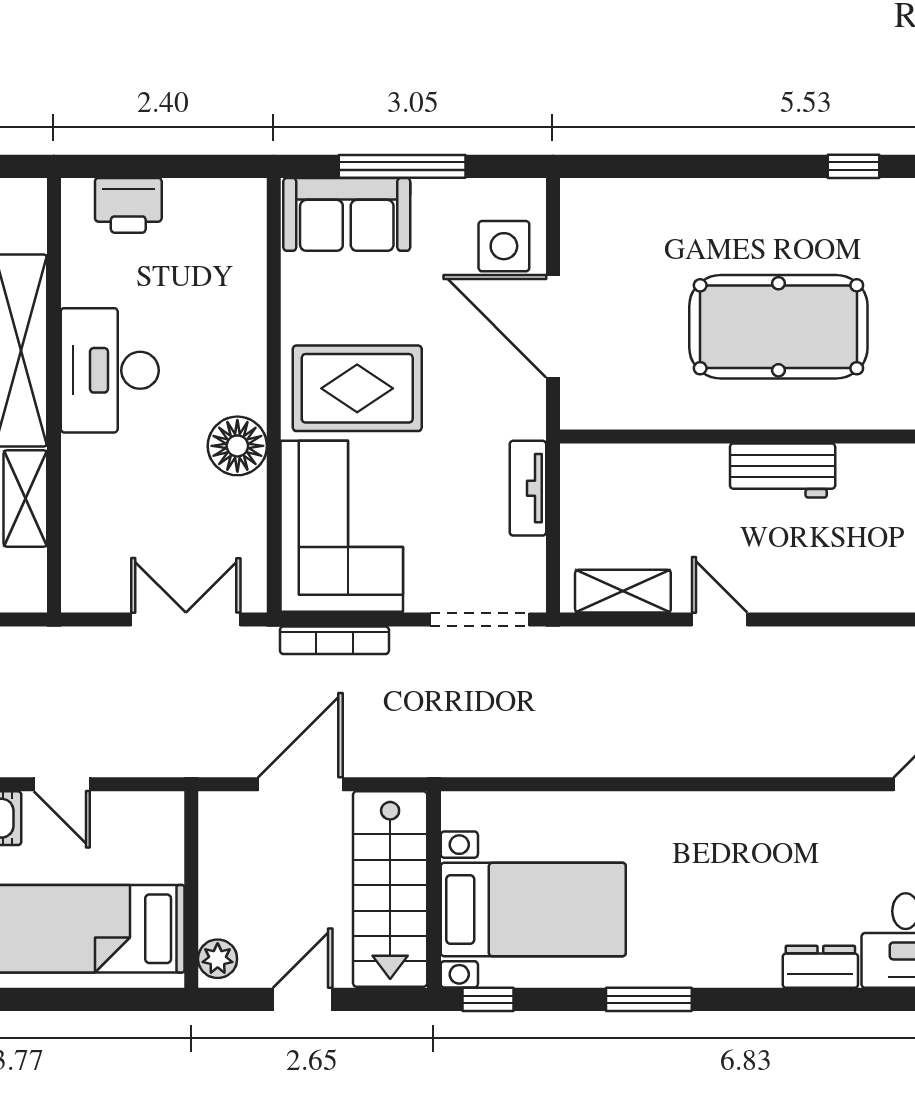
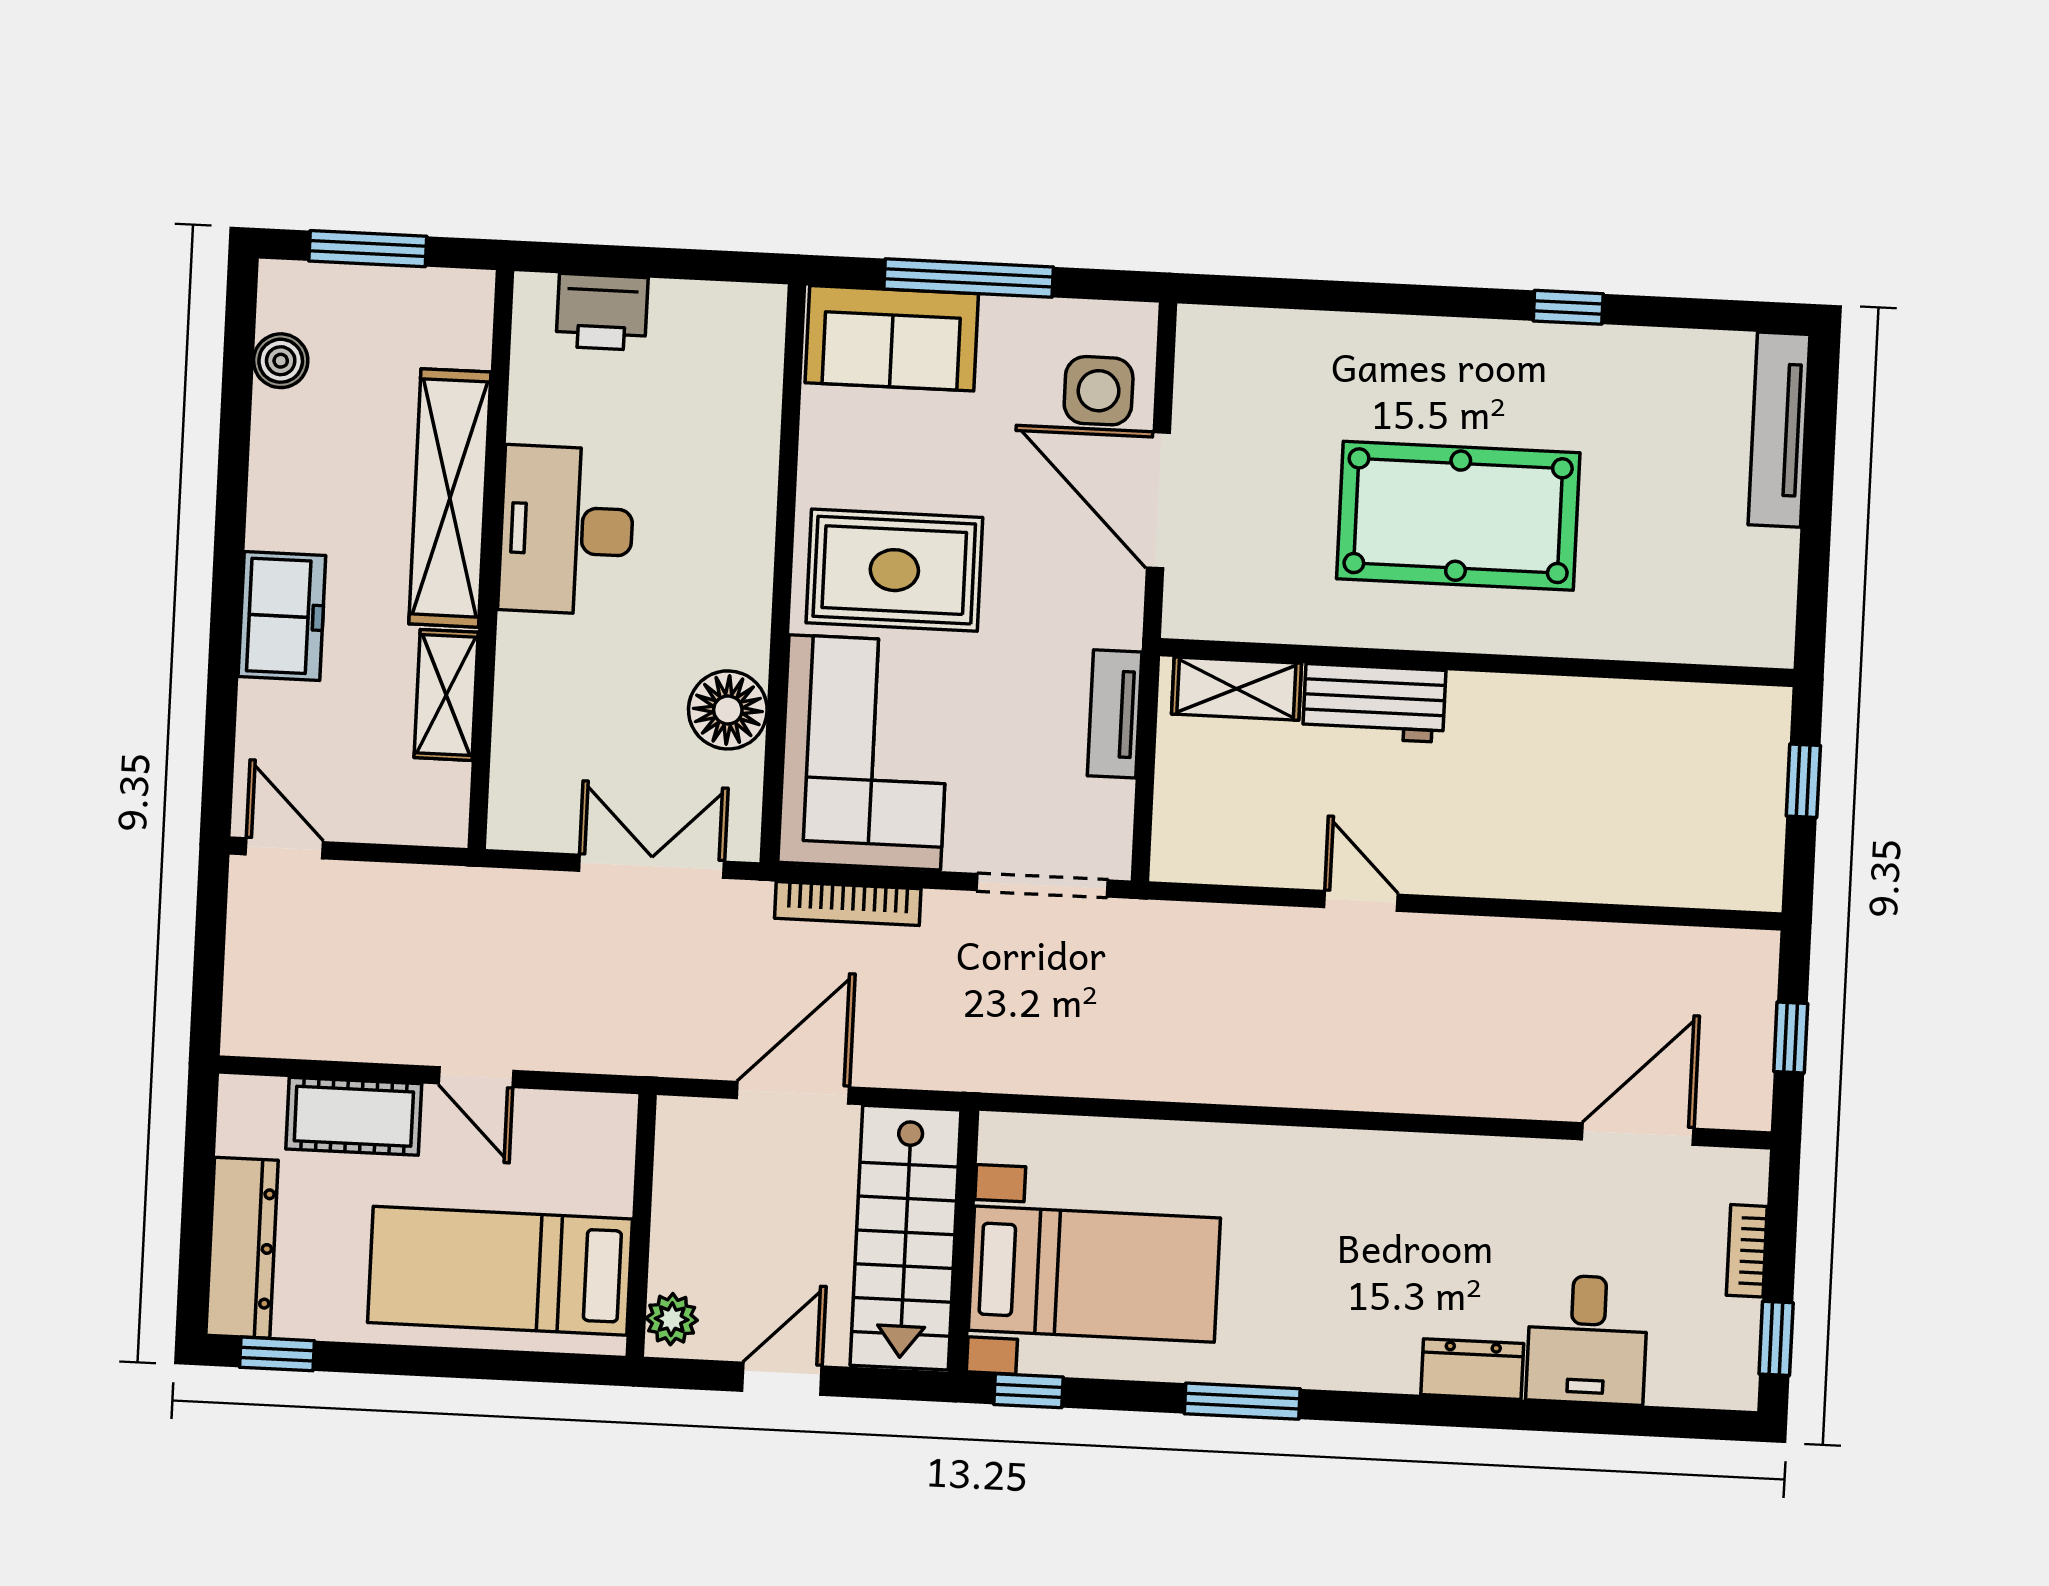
floor lamp: (237, 446) -> (728, 710), moved
workbench: (783, 470) -> (1374, 703), moved
shelving: (623, 591) -> (1236, 689), moved

